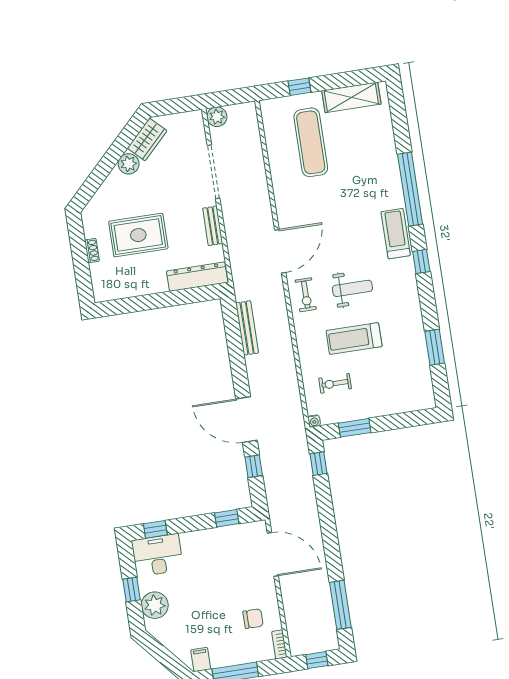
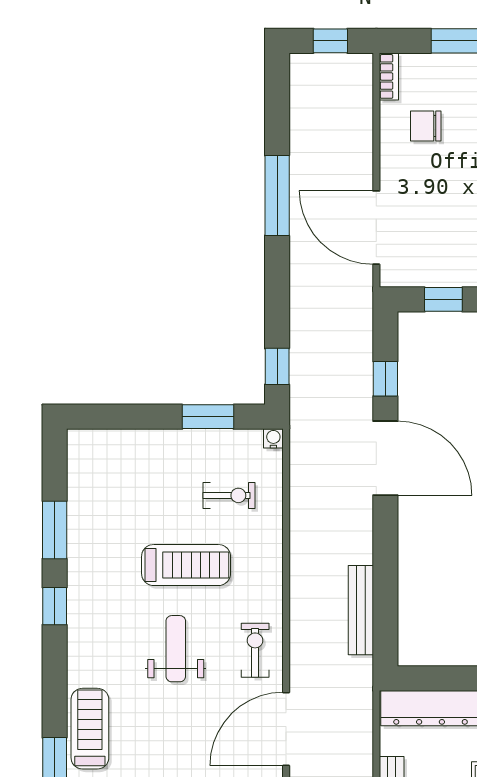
treadmill: (396, 234) -> (90, 729), turned 180
window: (421, 261) -> (55, 606), moved
weight bench: (352, 288) -> (176, 649), turned 90
window: (340, 605) -> (277, 196), moved

